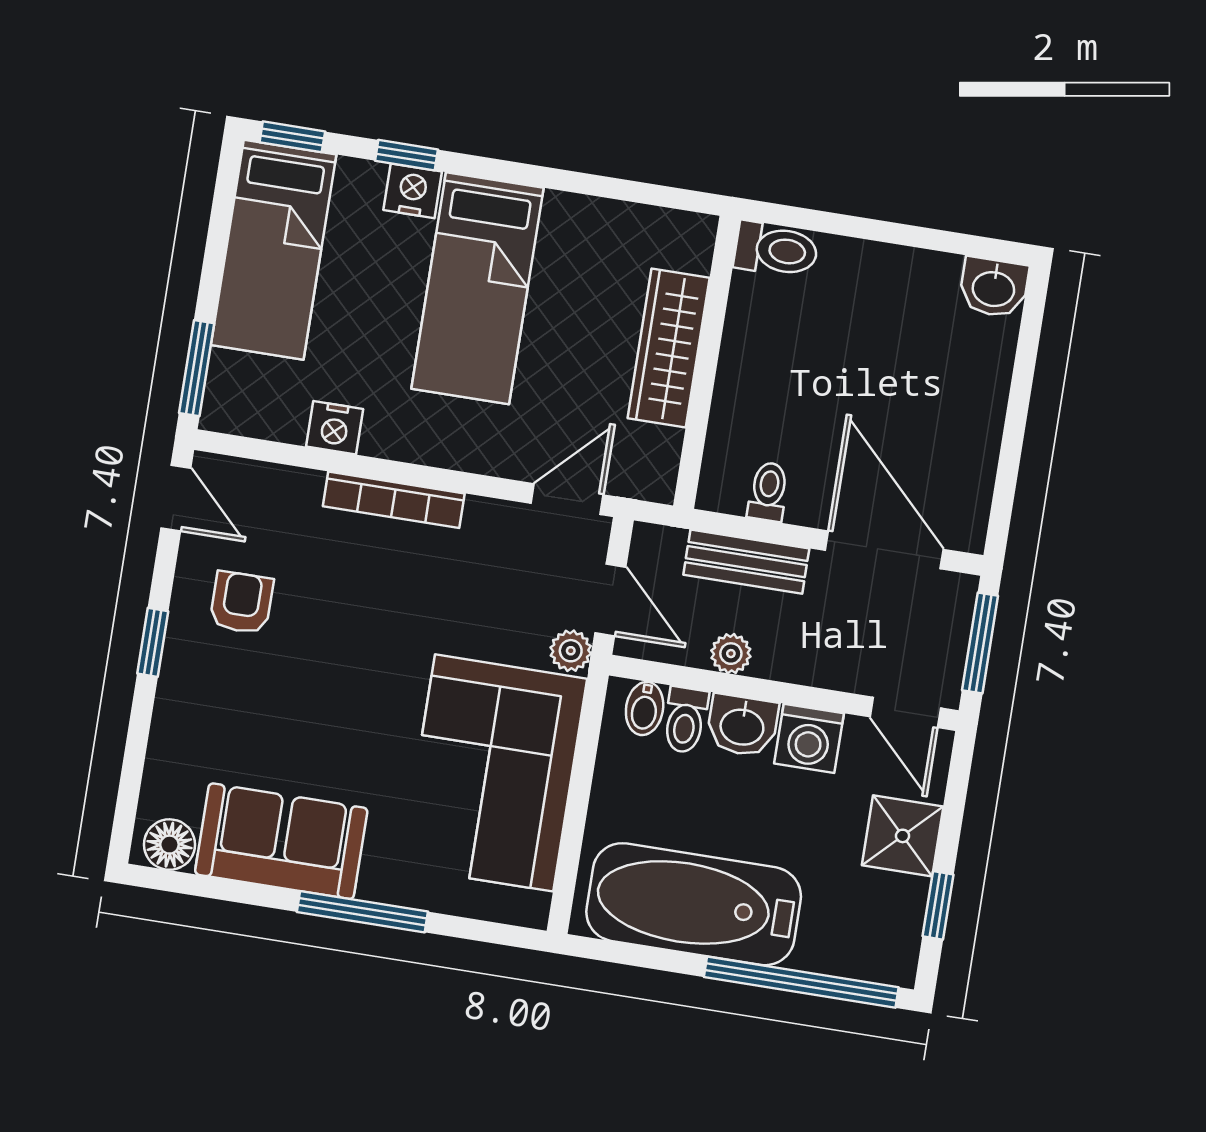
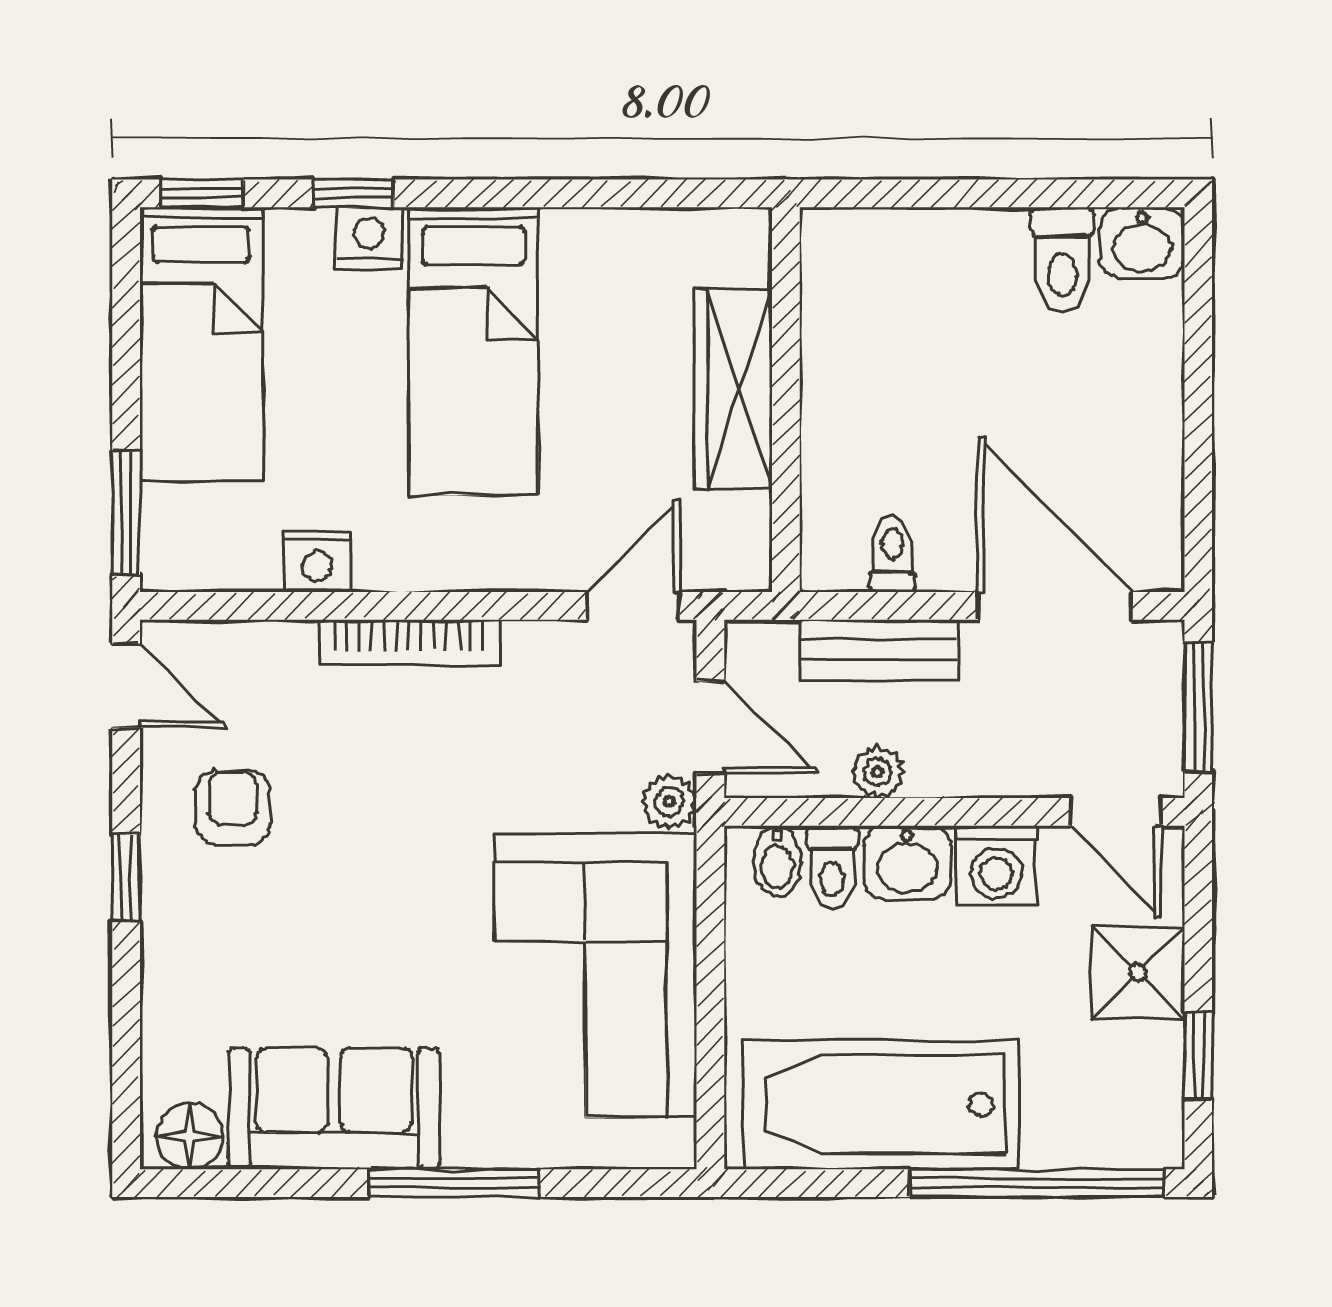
toilet: (776, 250) -> (1062, 260), moved, turned 90

